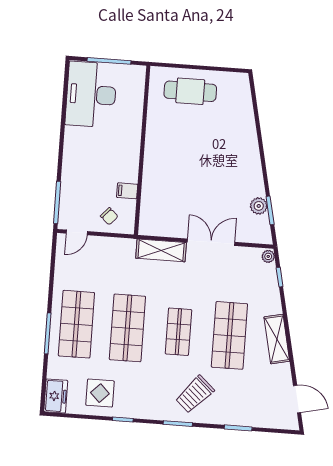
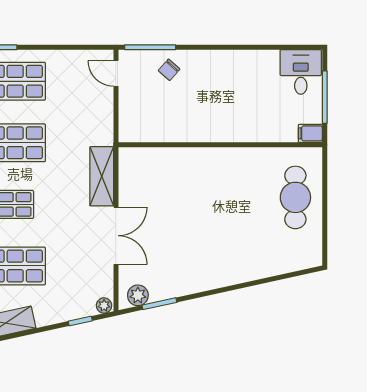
desk: (91, 94) -> (301, 72), width x0.53, depth x0.77
filing cabinet: (127, 191) -> (310, 133), moved, turned -90
plant: (259, 206) -> (138, 295), moved
chair: (109, 216) -> (169, 70), moved

